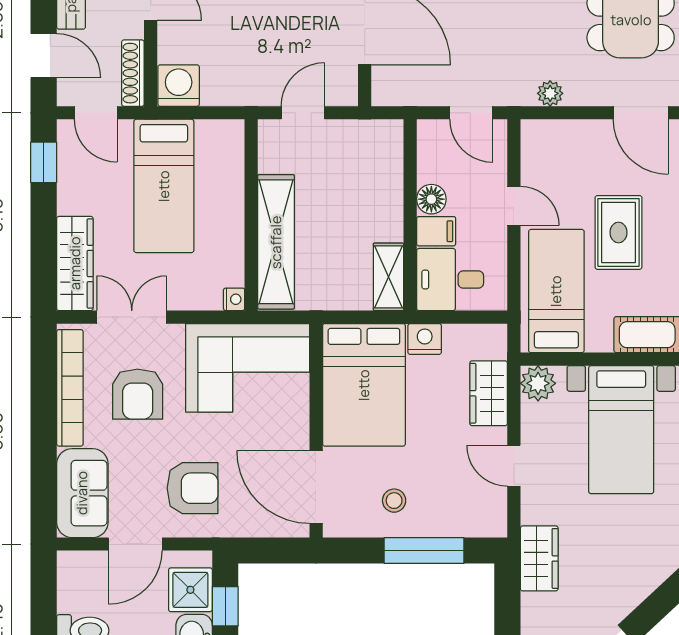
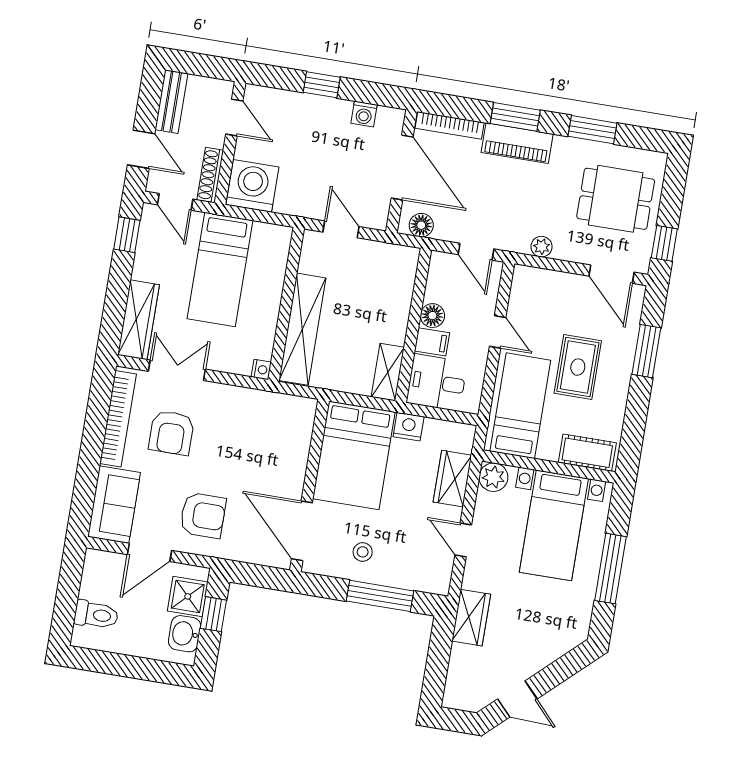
washing machine: (179, 86) -> (252, 186), width x1.37, depth x1.37
floor lamp: (400, 92) -> (421, 225), added
door: (303, 113) -> (341, 229), hinge flipped
corner sofa: (248, 368) -> (263, 426), removed

